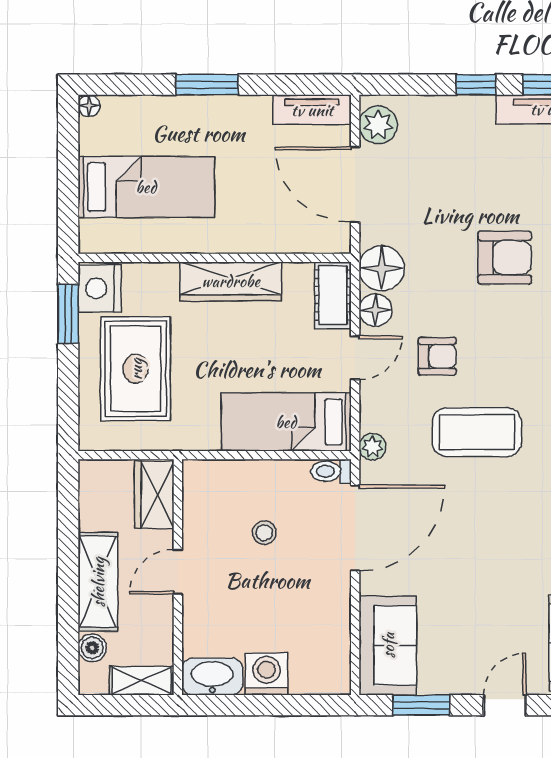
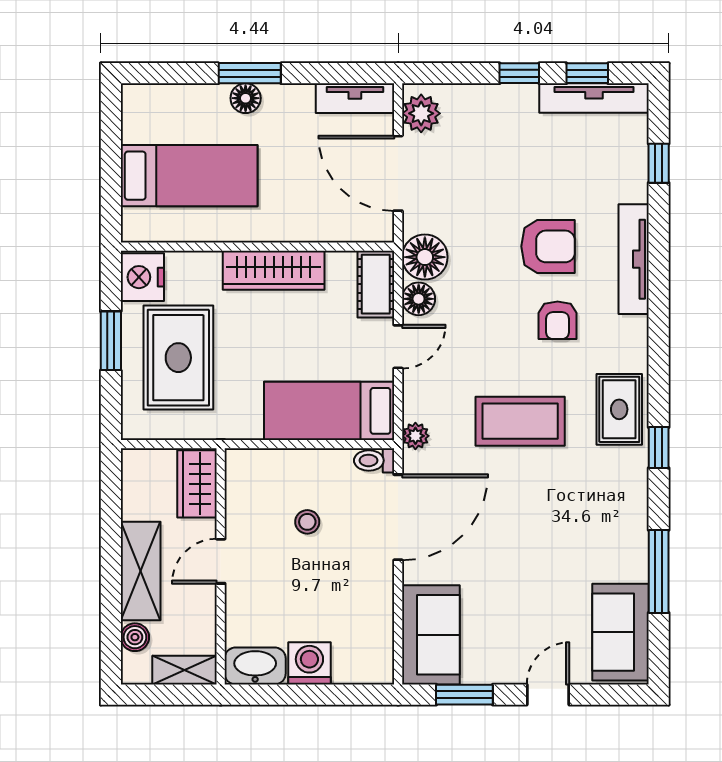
floor lamp: (89, 106) -> (246, 98), moved, width x1.37, depth x1.37
window: (68, 314) -> (111, 341), moved
armchair: (437, 356) -> (558, 320), moved, turned 90

